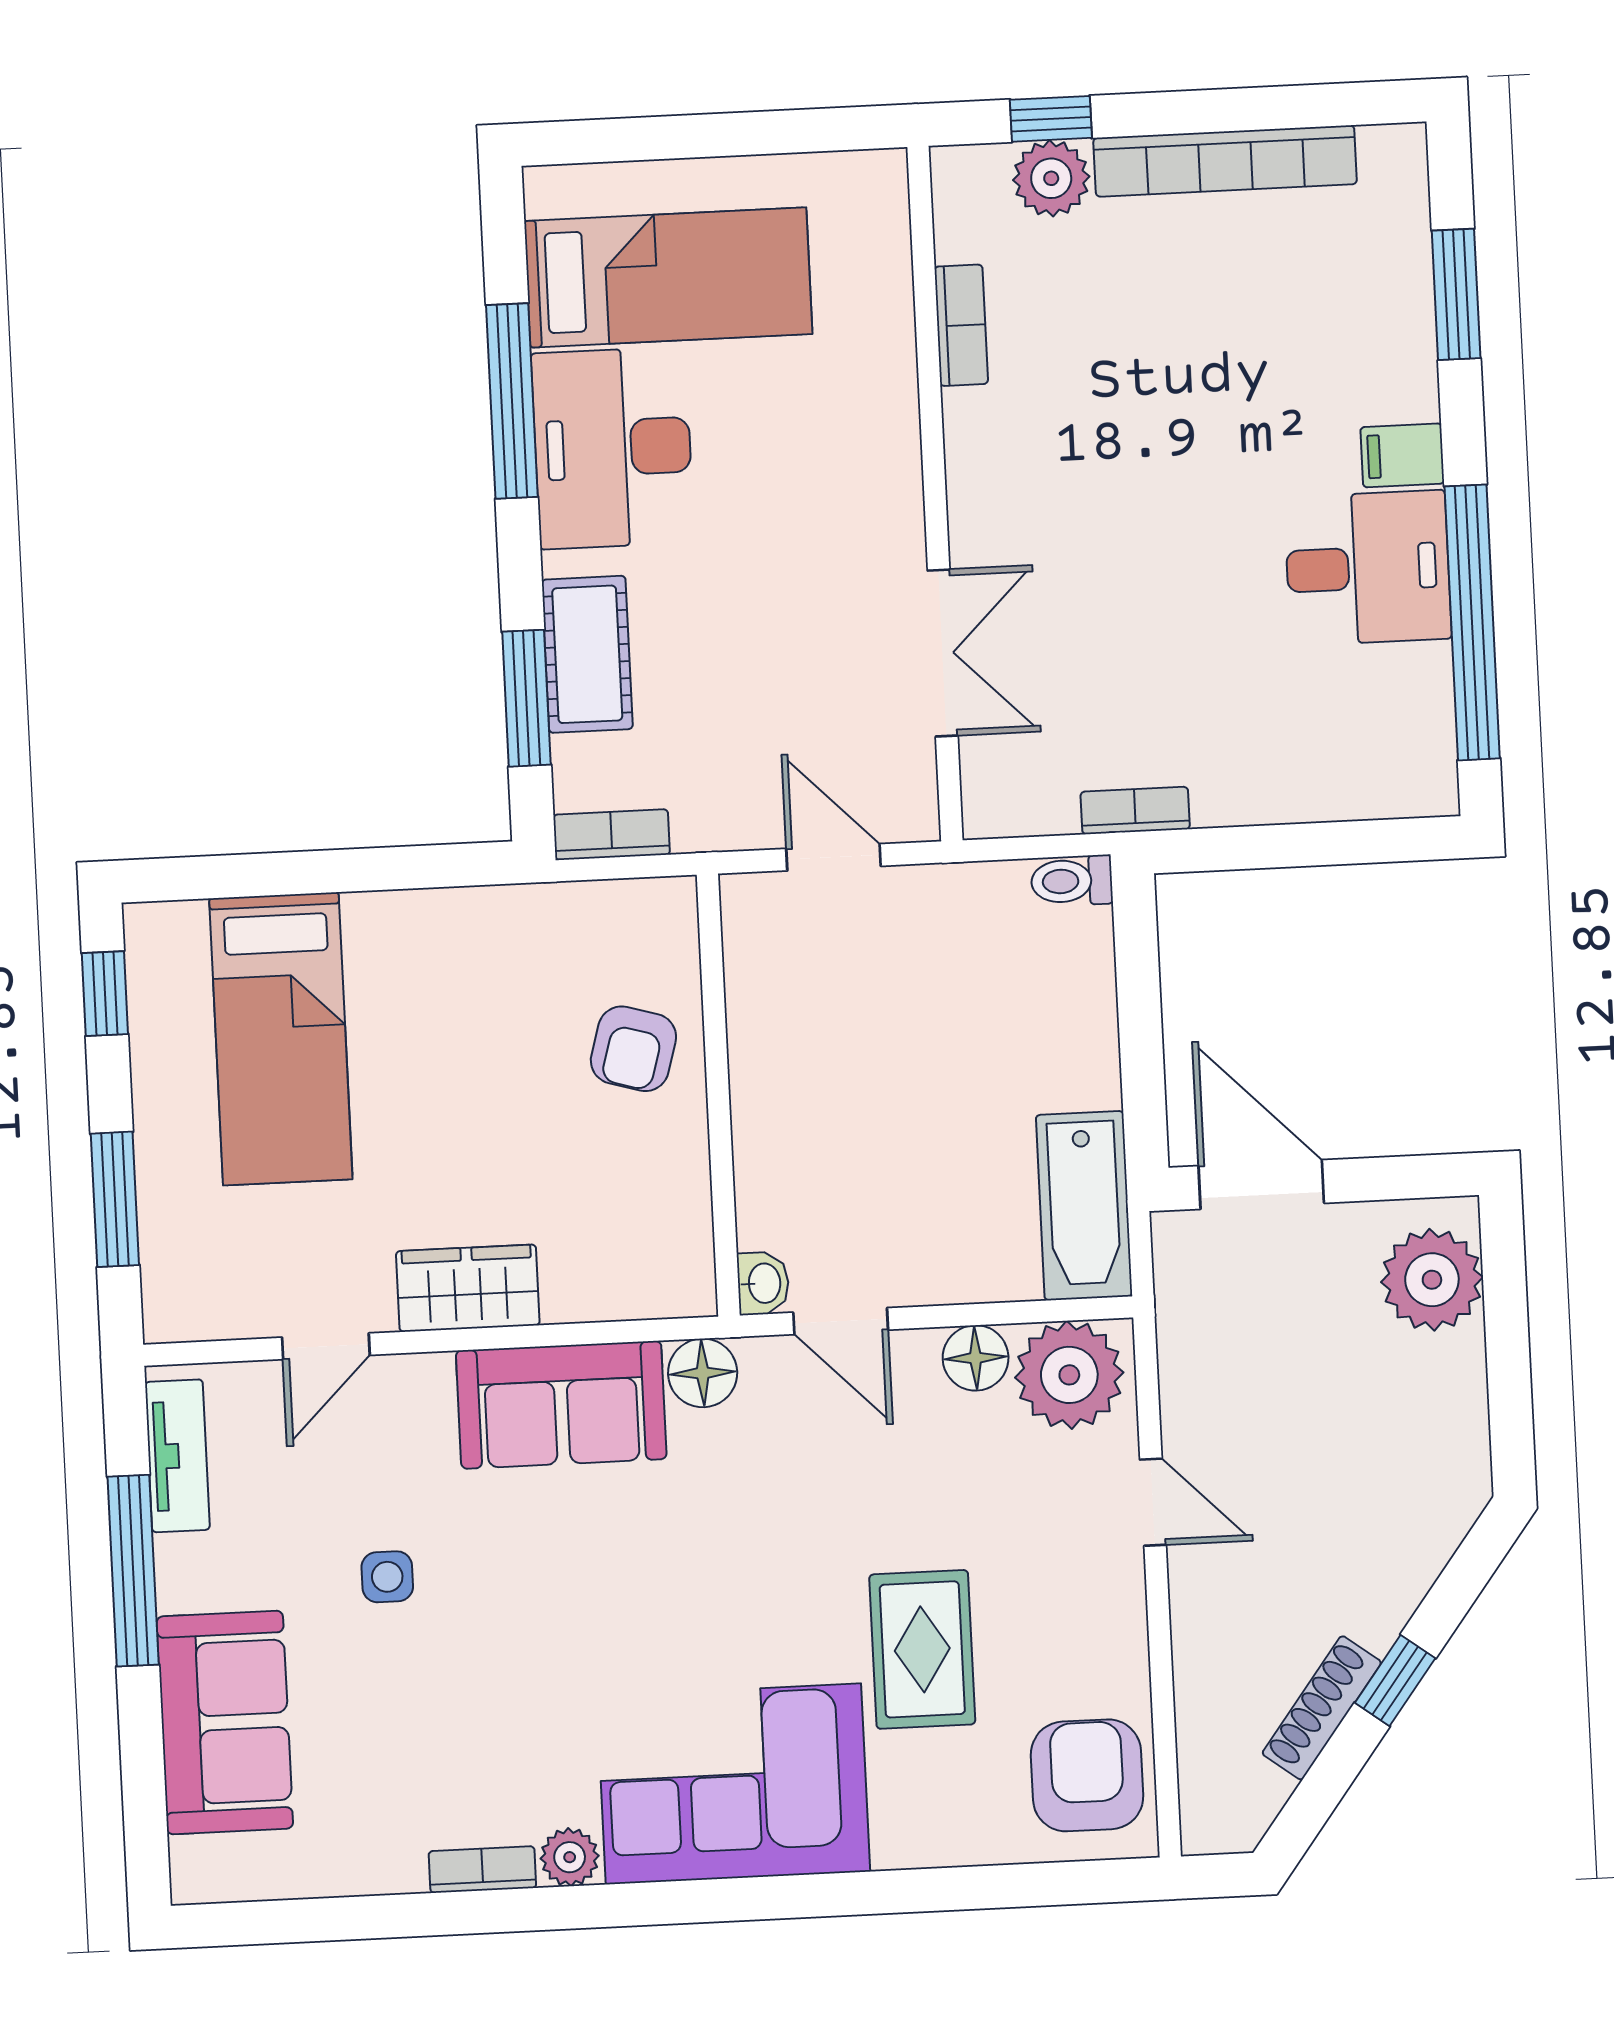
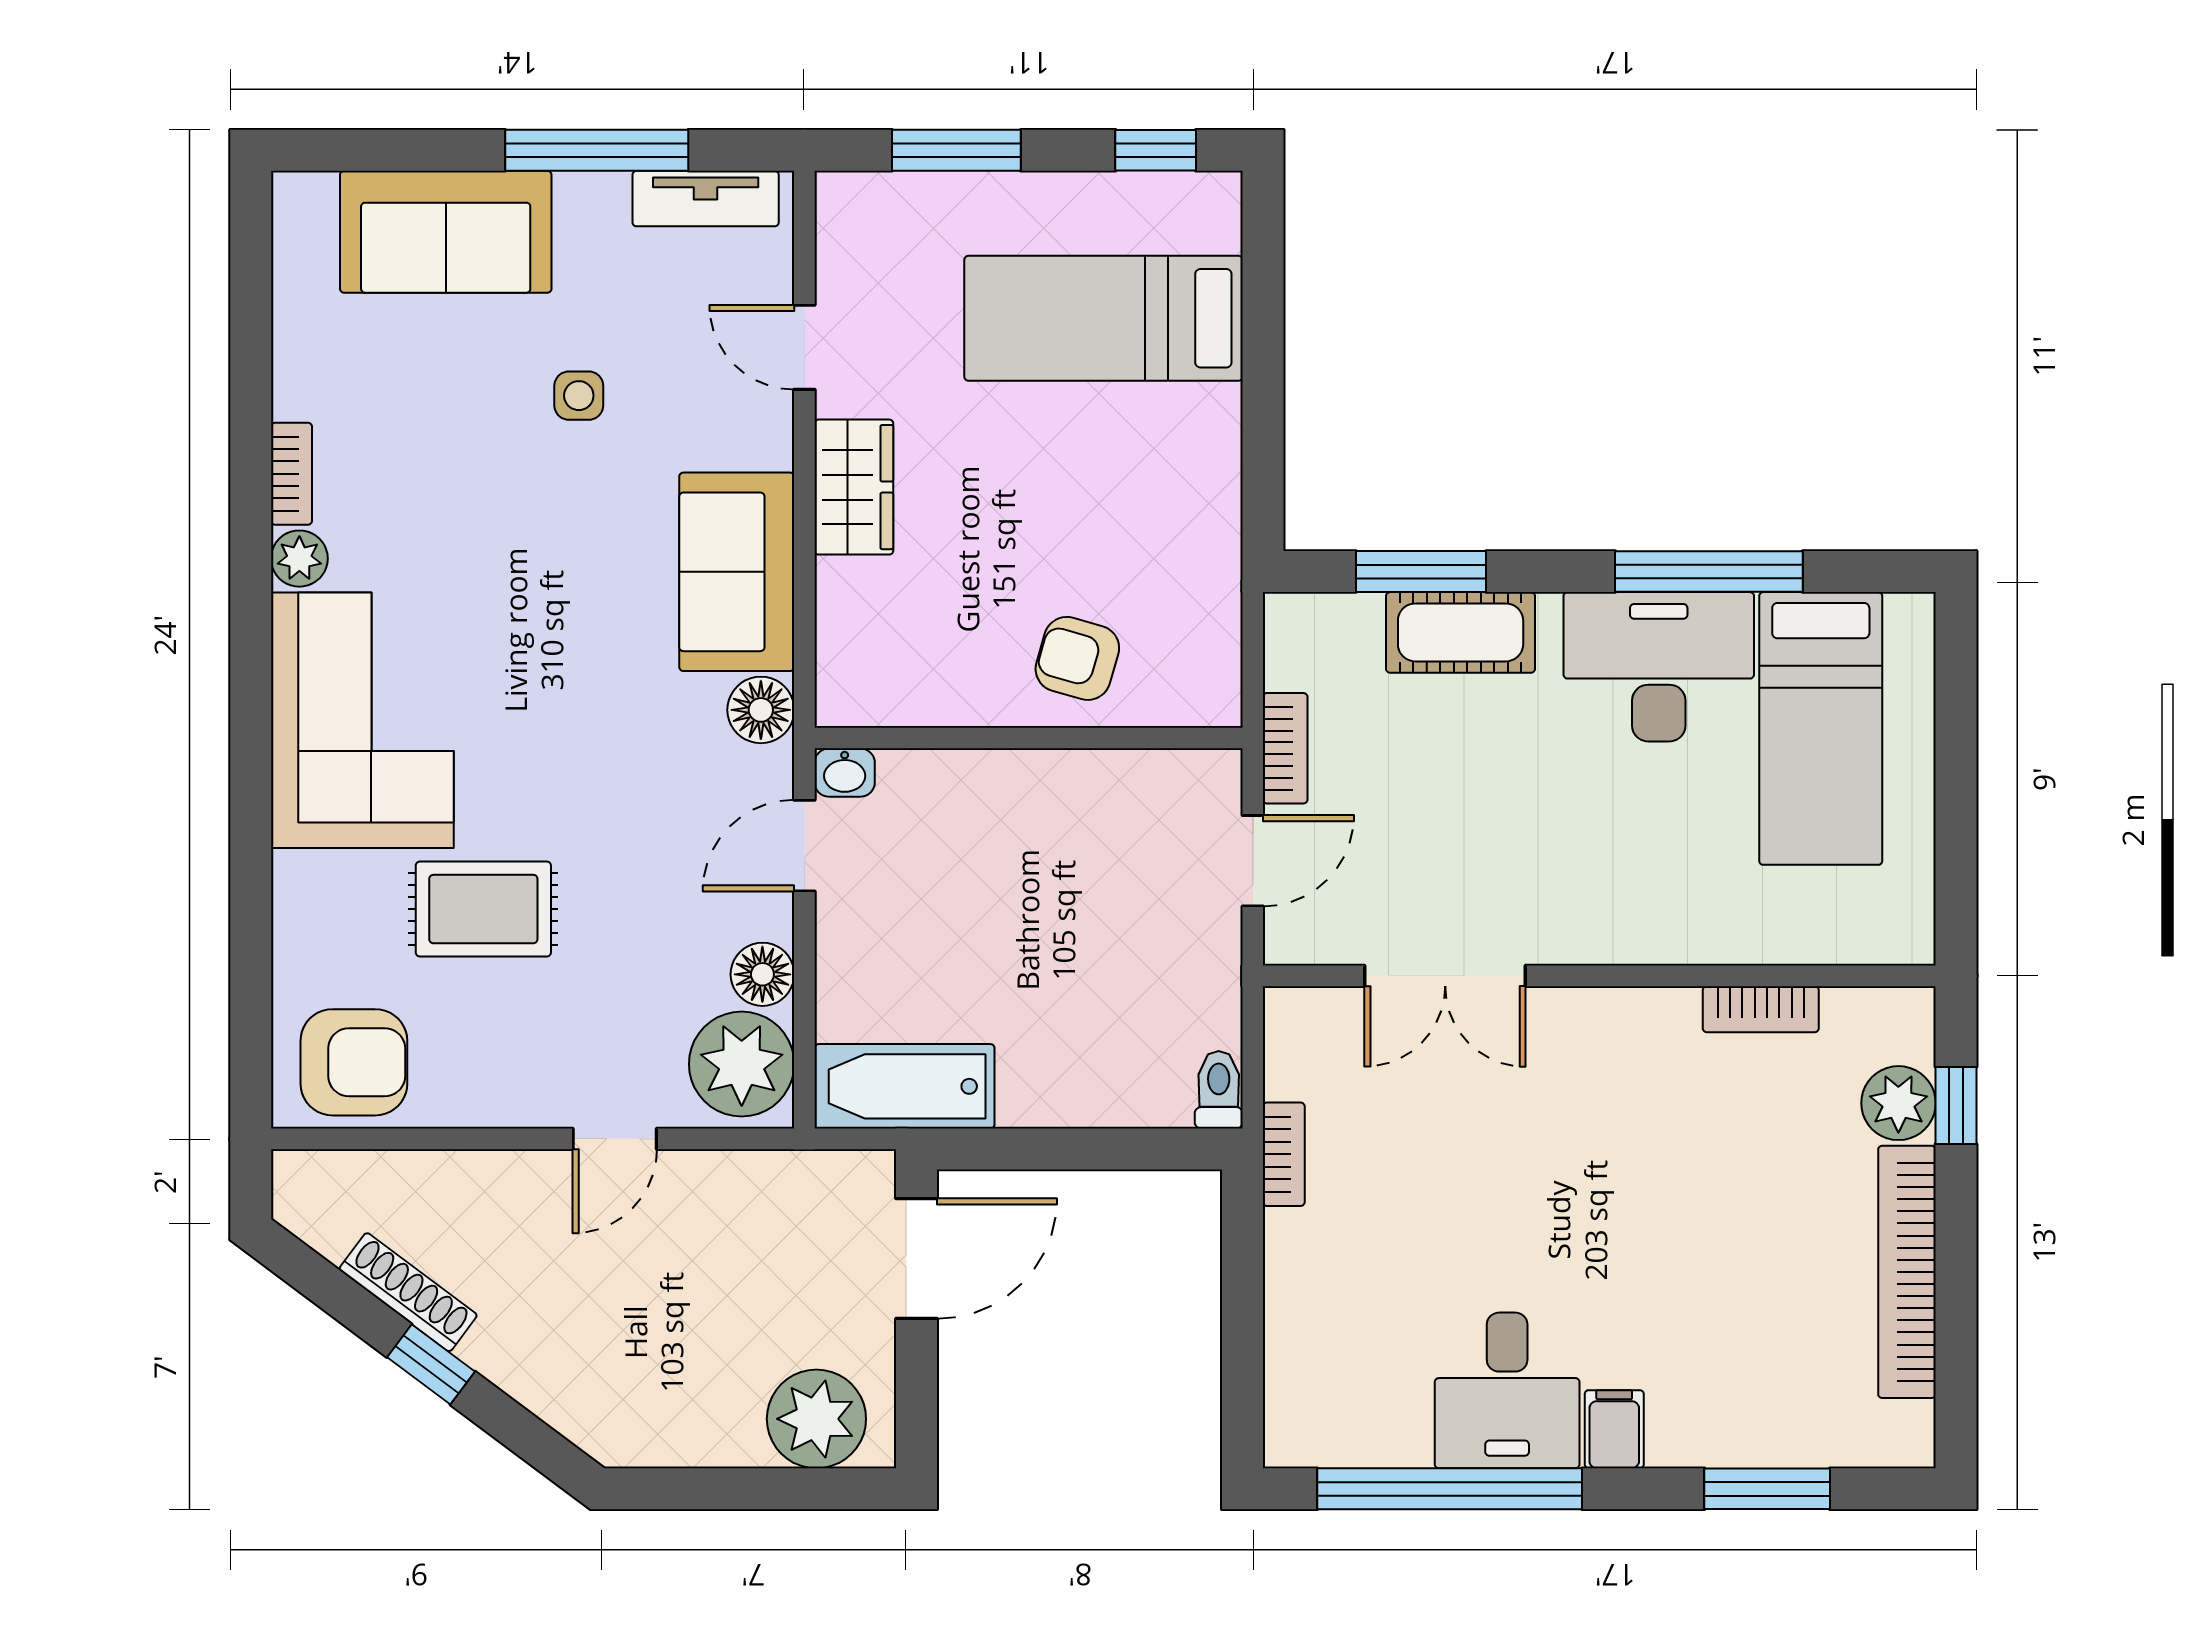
bookcase: (612, 835) -> (1285, 748), moved

